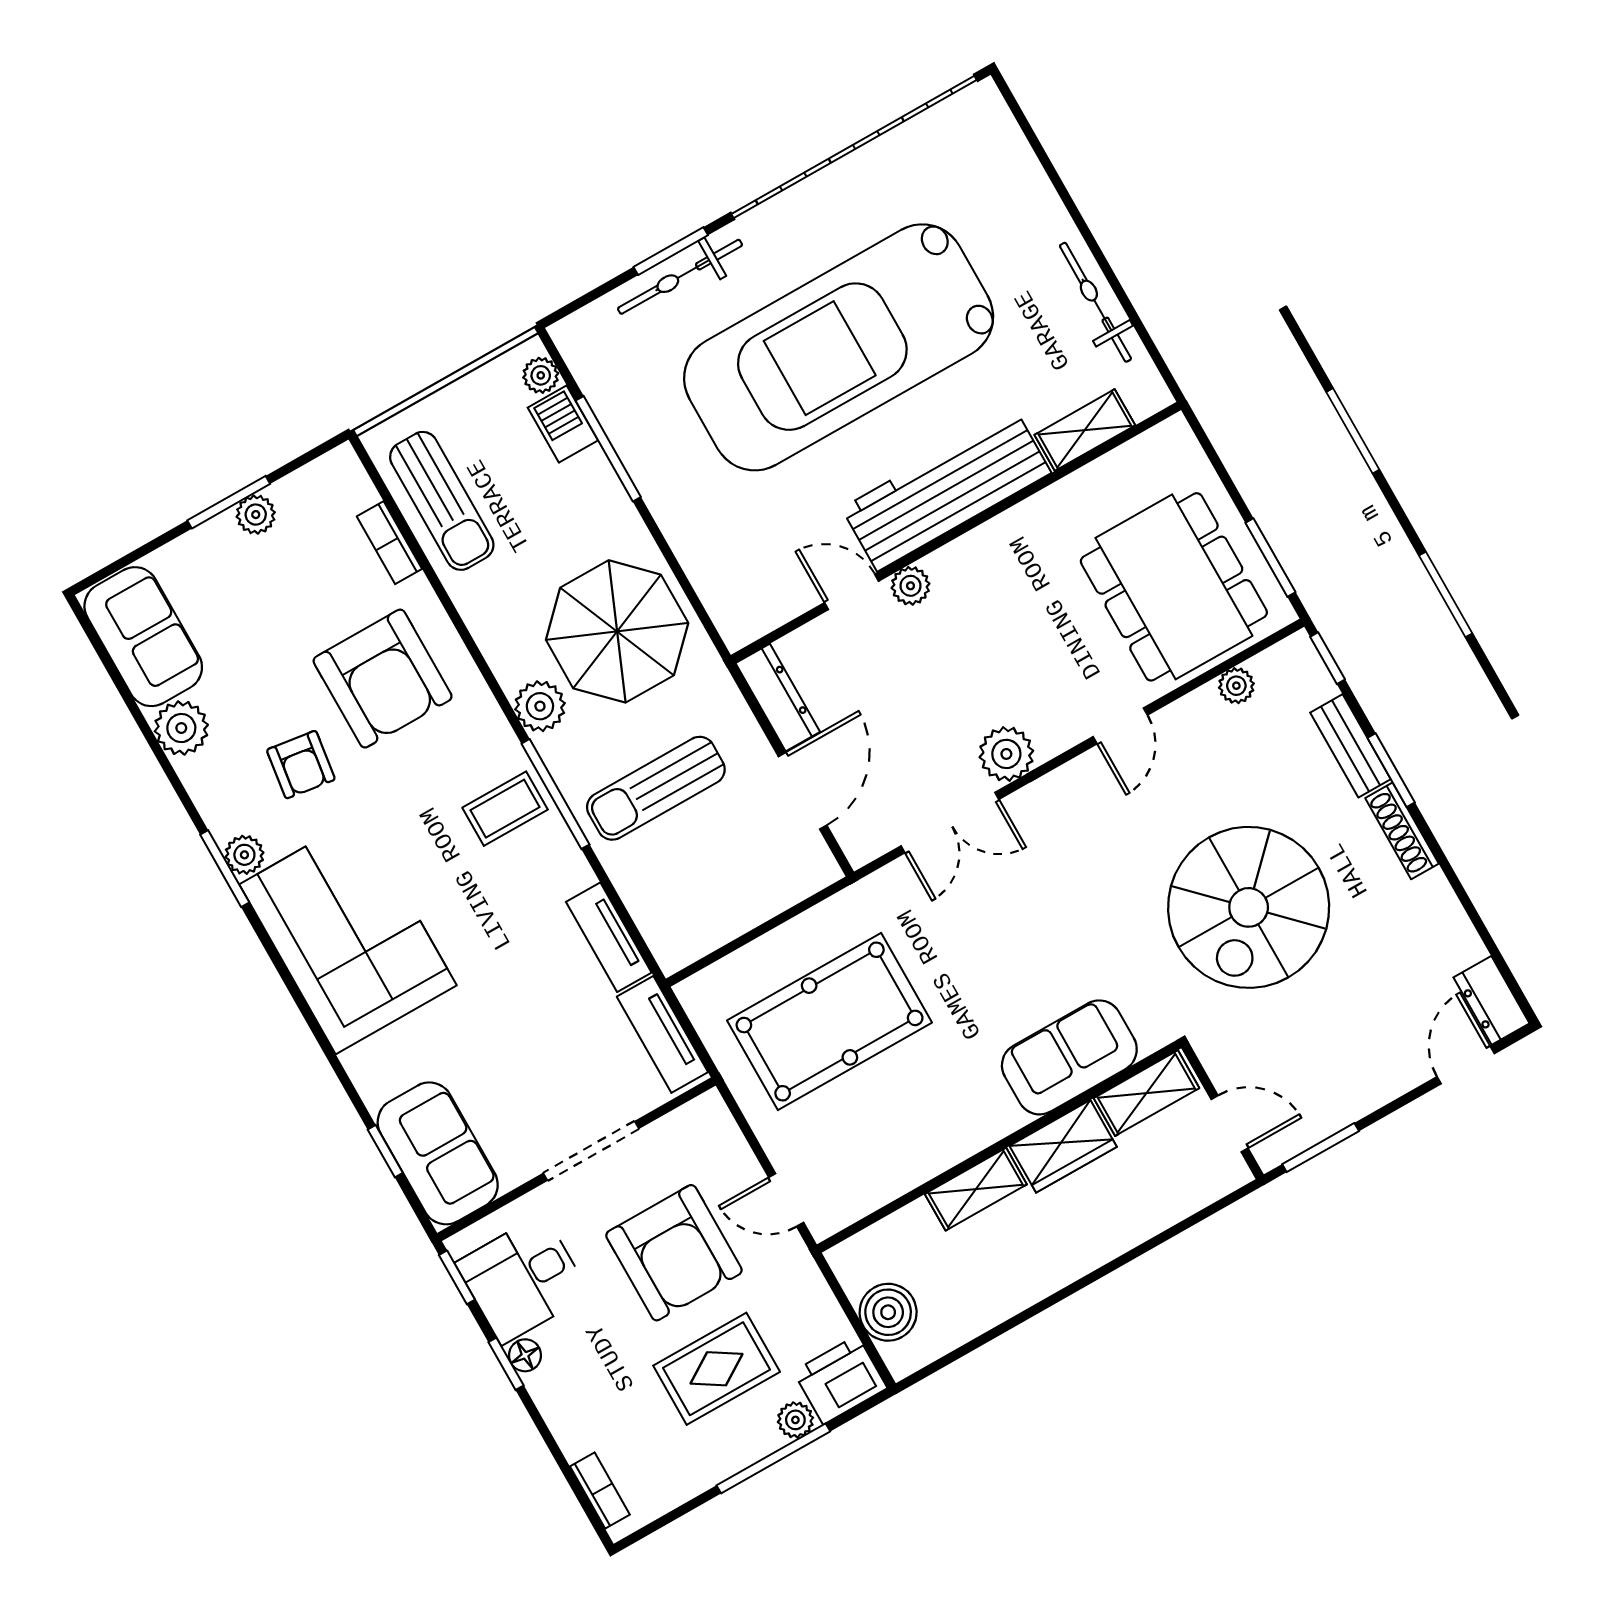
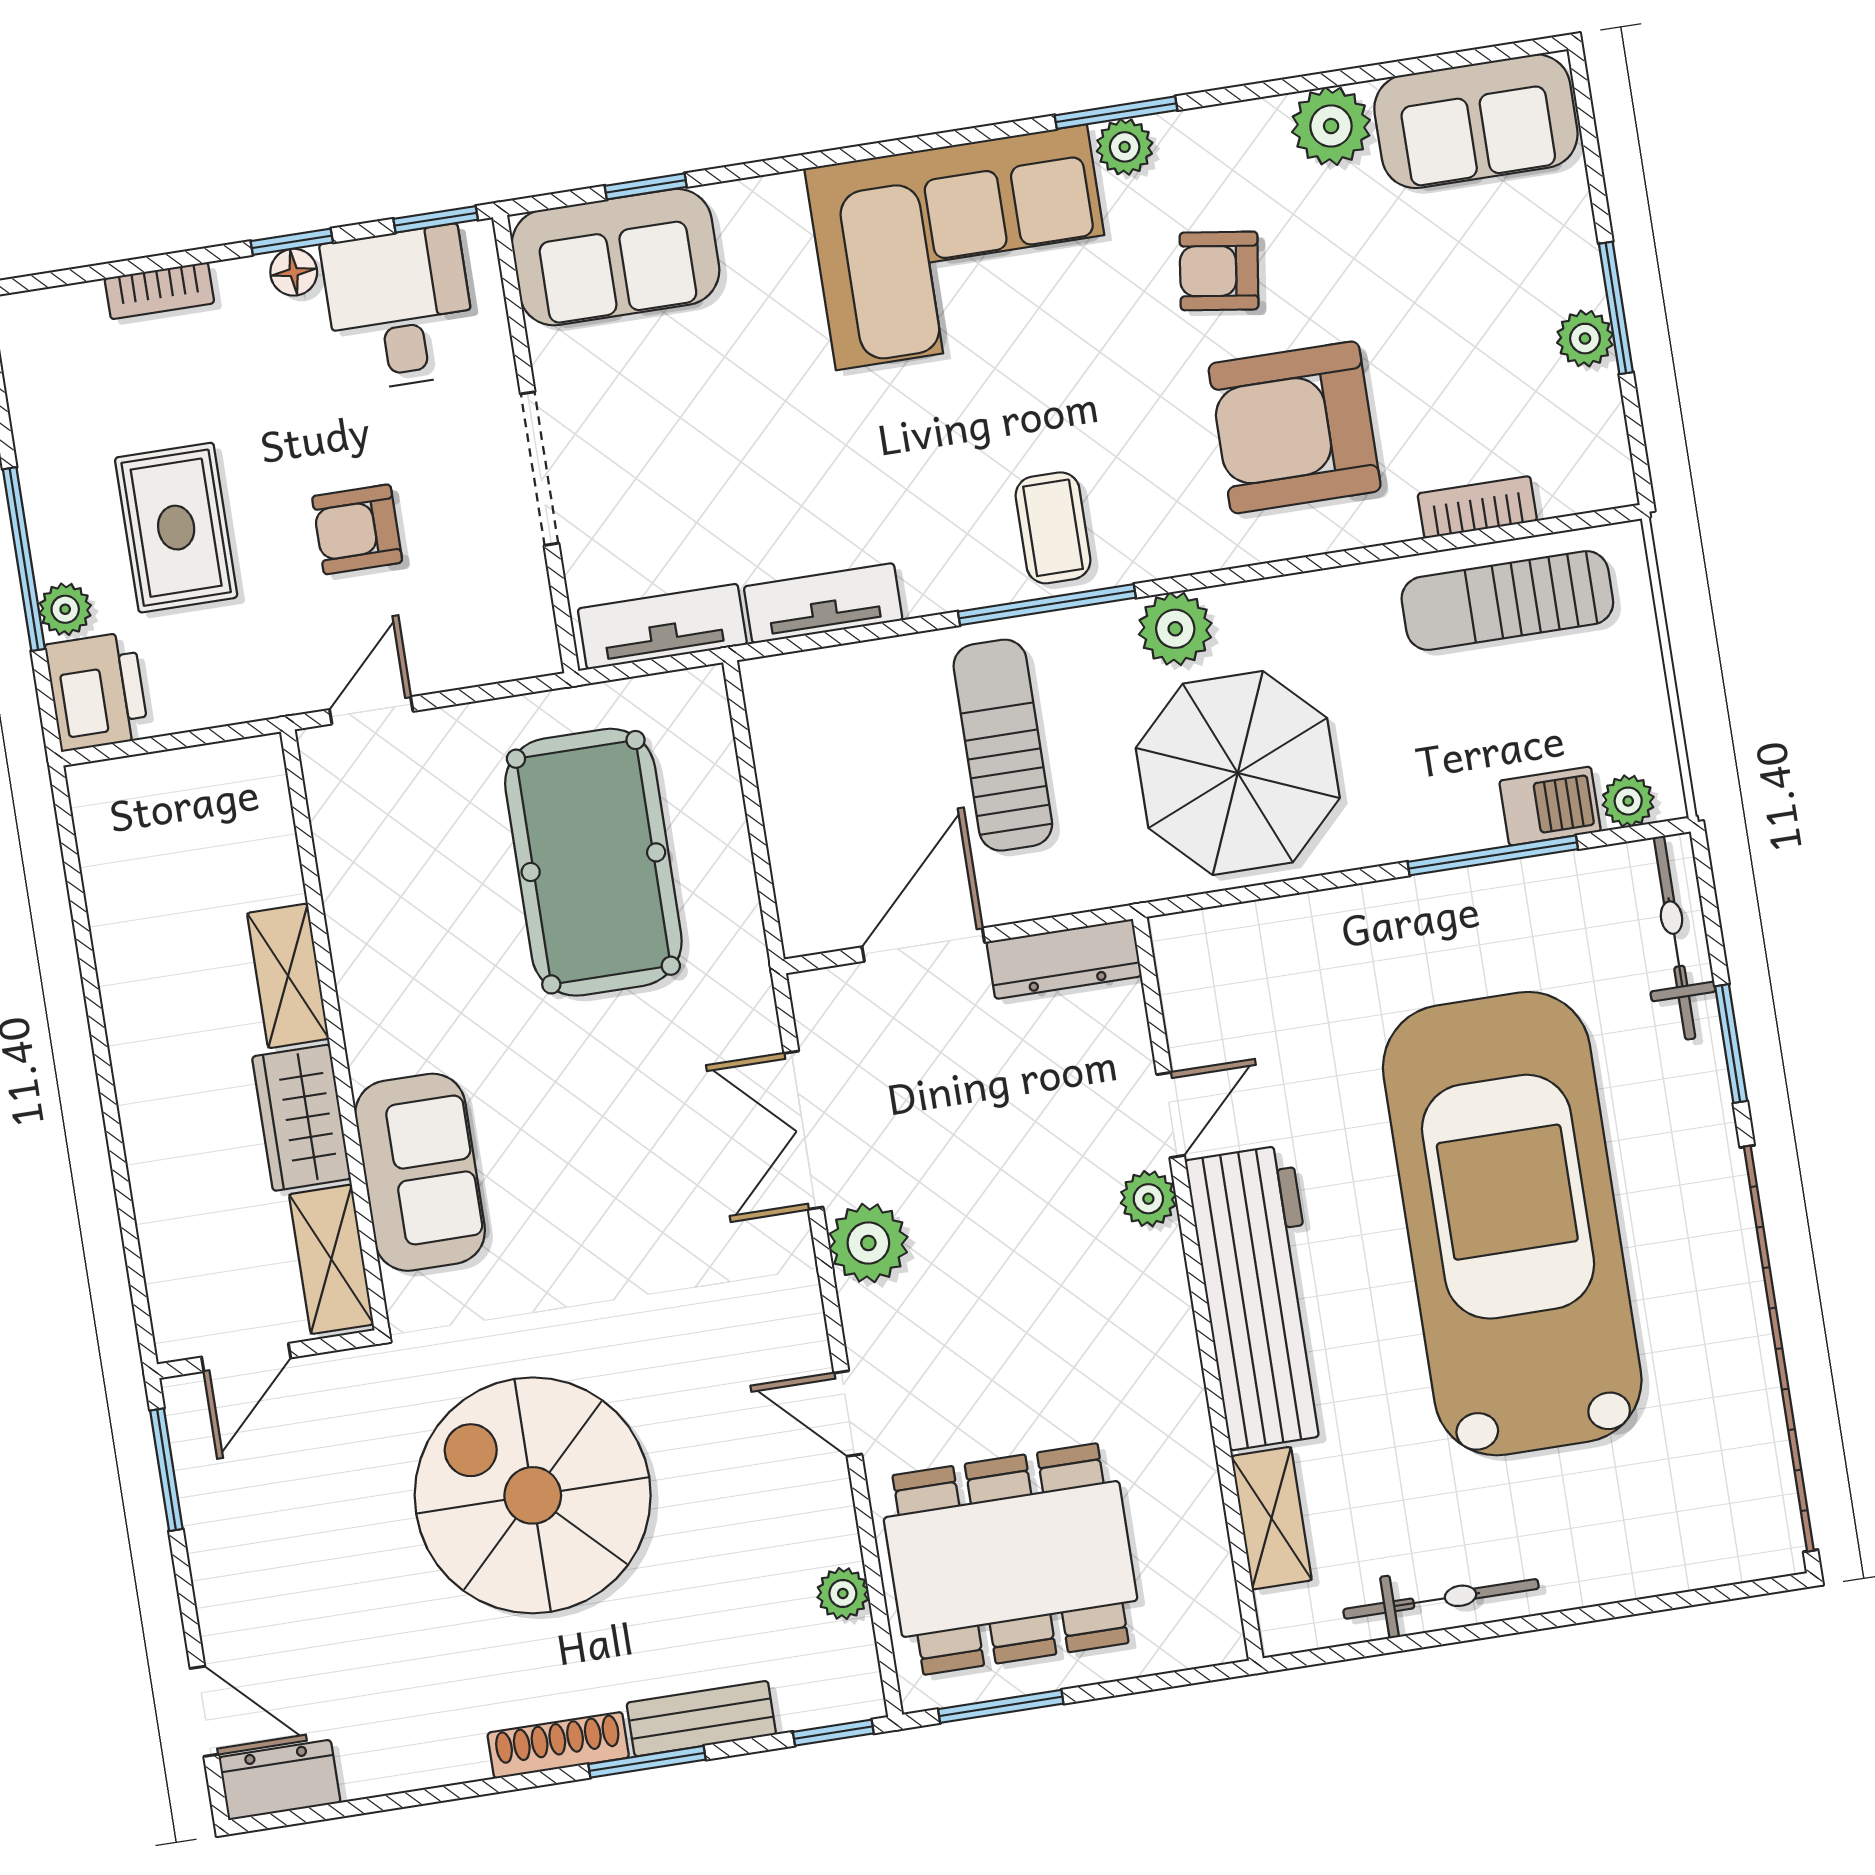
bicycle: (680, 277) -> (1675, 938), moved
door: (803, 791) -> (923, 945), swing flipped
armchair: (674, 1253) -> (357, 529), width x0.53, depth x0.53
boiler: (888, 1312) -> (165, 792), removed
bookcase: (600, 1491) -> (159, 291), moved

